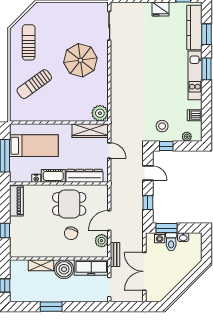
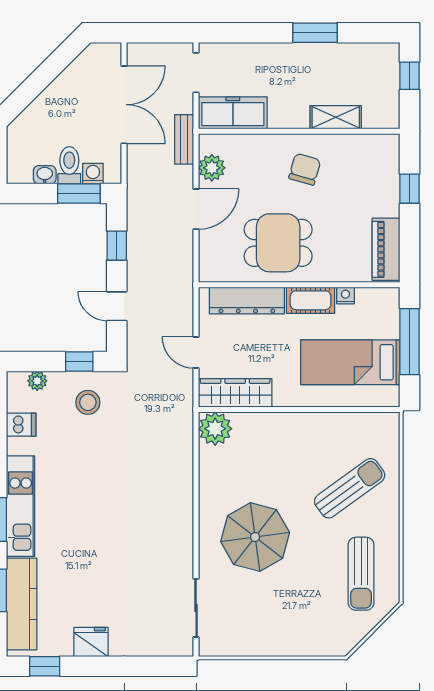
chair: (71, 233) -> (305, 169), moved
boiler: (64, 269) -> (289, 109), removed

